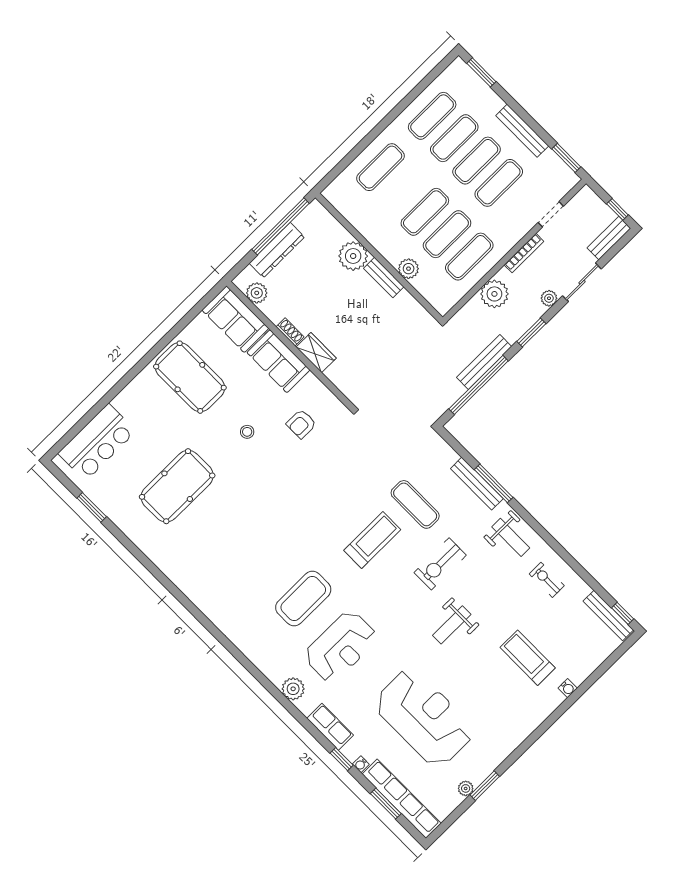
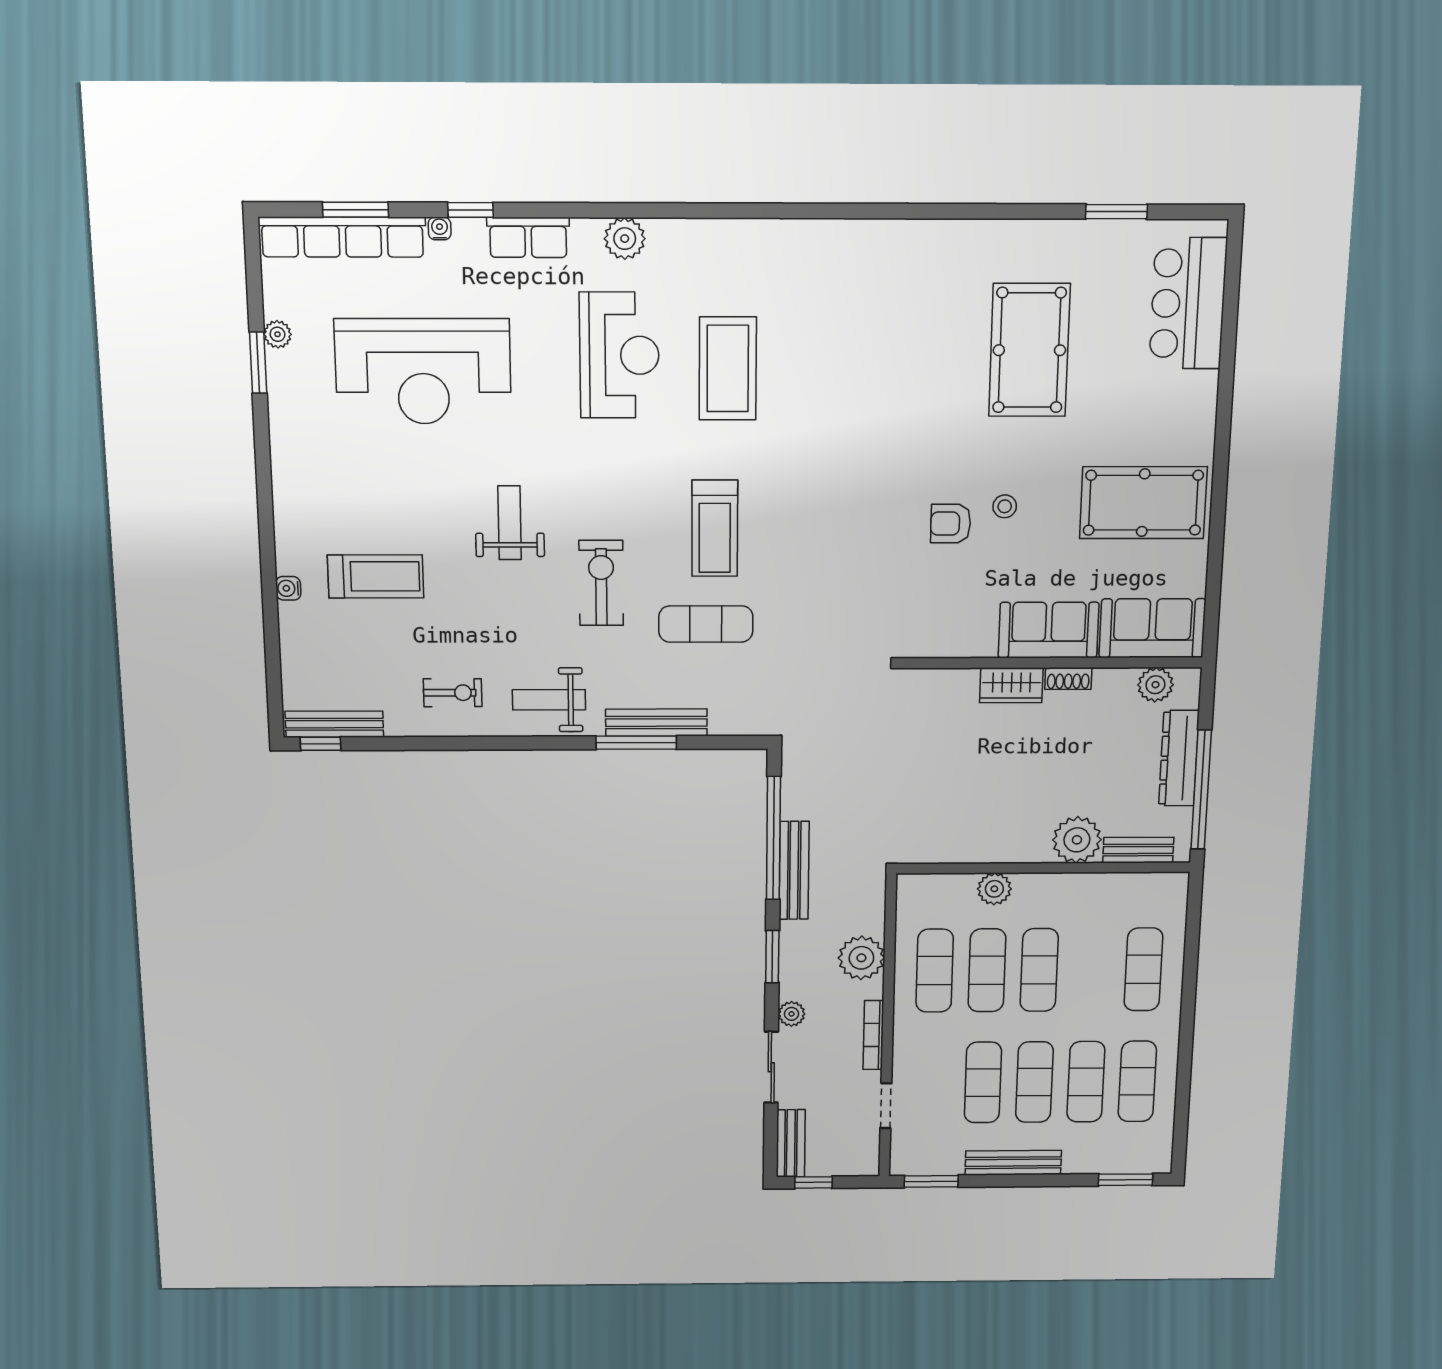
bench: (384, 278) -> (1138, 850), moved
armchair: (301, 424) -> (951, 524), moved, turned -90
reception desk: (341, 647) -> (619, 355), turned 180

